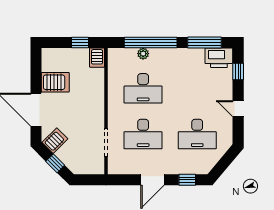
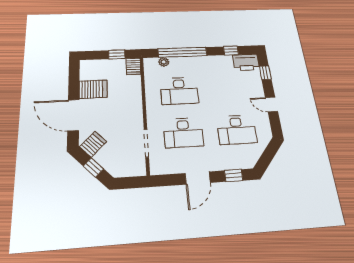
window: (204, 43) -> (231, 51), width x0.46
plant: (143, 54) -> (164, 62), moved

